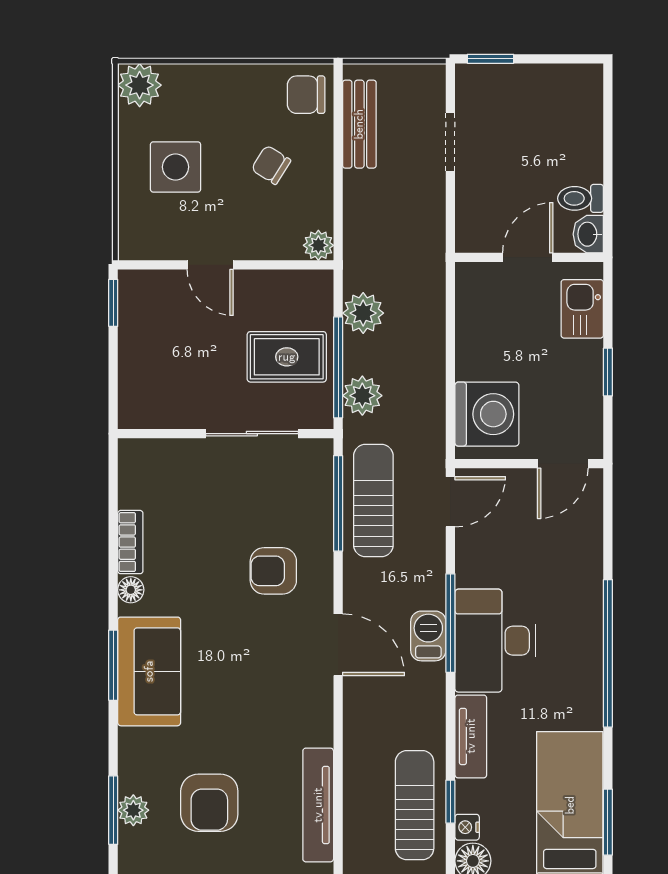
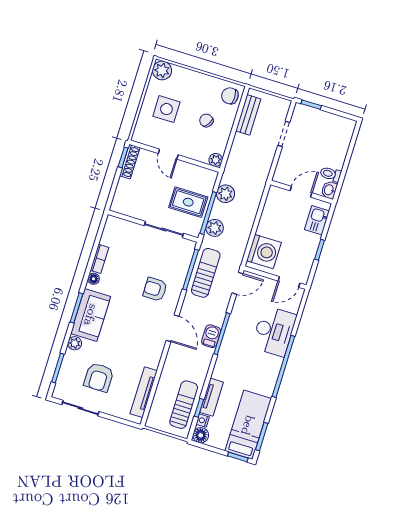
shoe rack: (131, 308) -> (130, 162), added
desk: (495, 641) -> (274, 331), moved, turned 180
tv unit: (471, 736) -> (212, 397), moved
plant: (133, 810) -> (75, 343), moved

